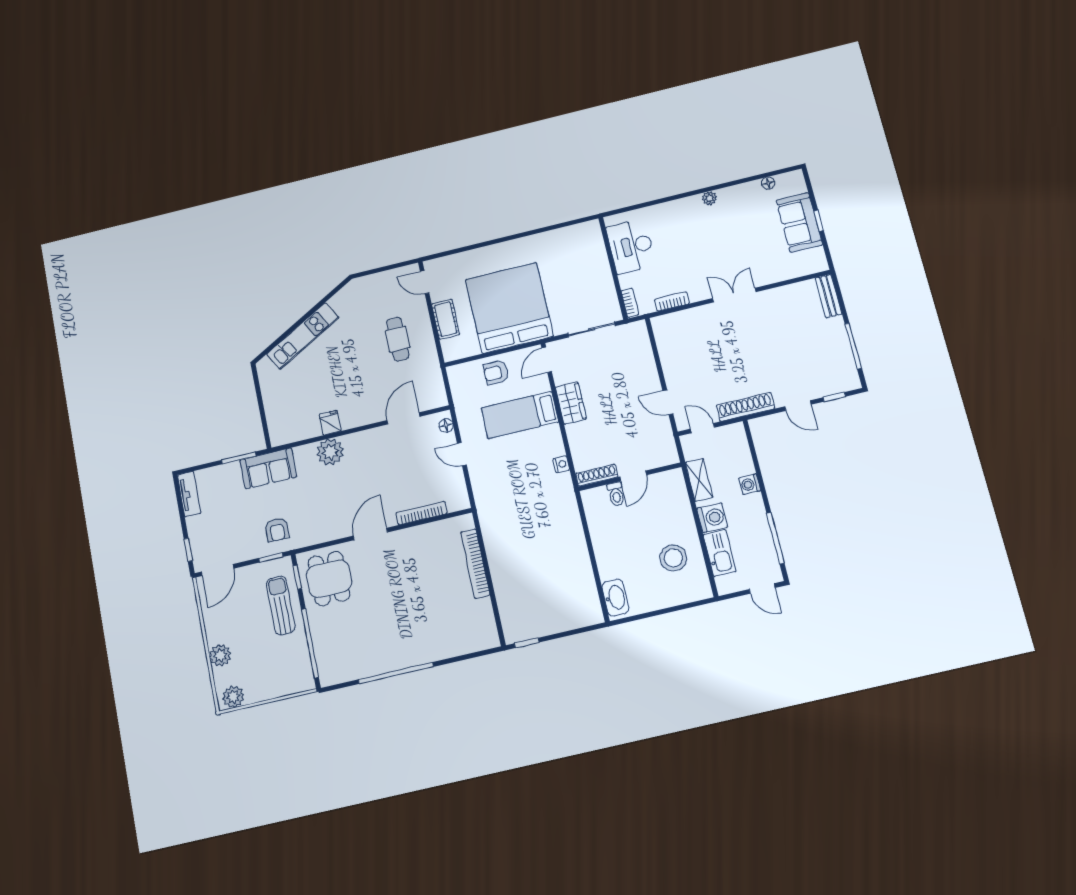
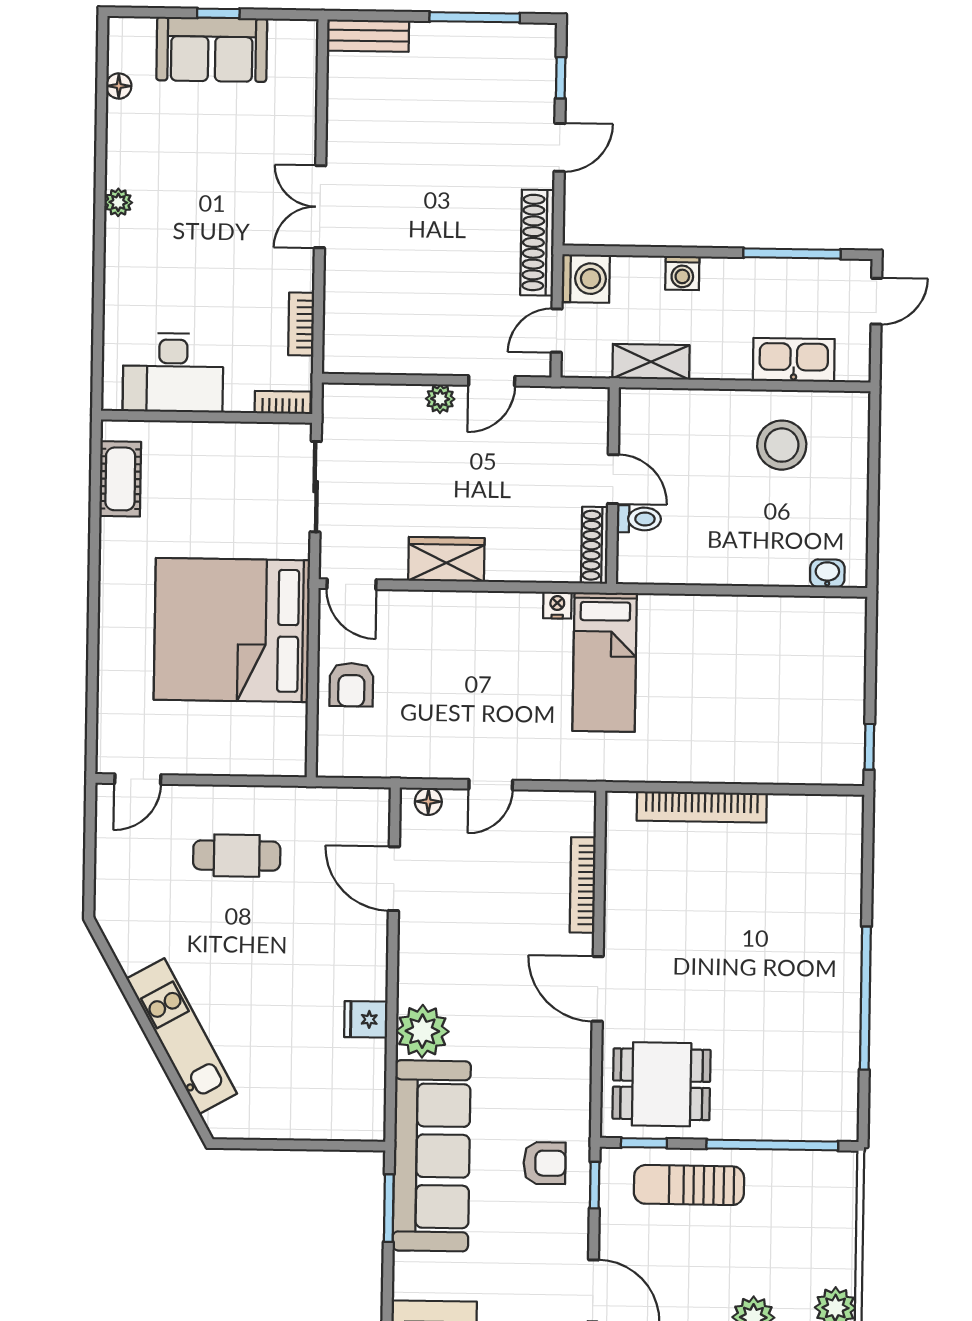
cot: (446, 319) -> (120, 479), moved, turned 90
plant: (652, 379) -> (440, 399), added
bed: (520, 415) -> (605, 662), moved
sofa: (268, 468) -> (432, 1156), width x1.85, depth x1.27
washing machine: (712, 518) -> (586, 279), moved, turned 90
washbasin: (615, 598) -> (827, 573), width x0.52, depth x0.69

